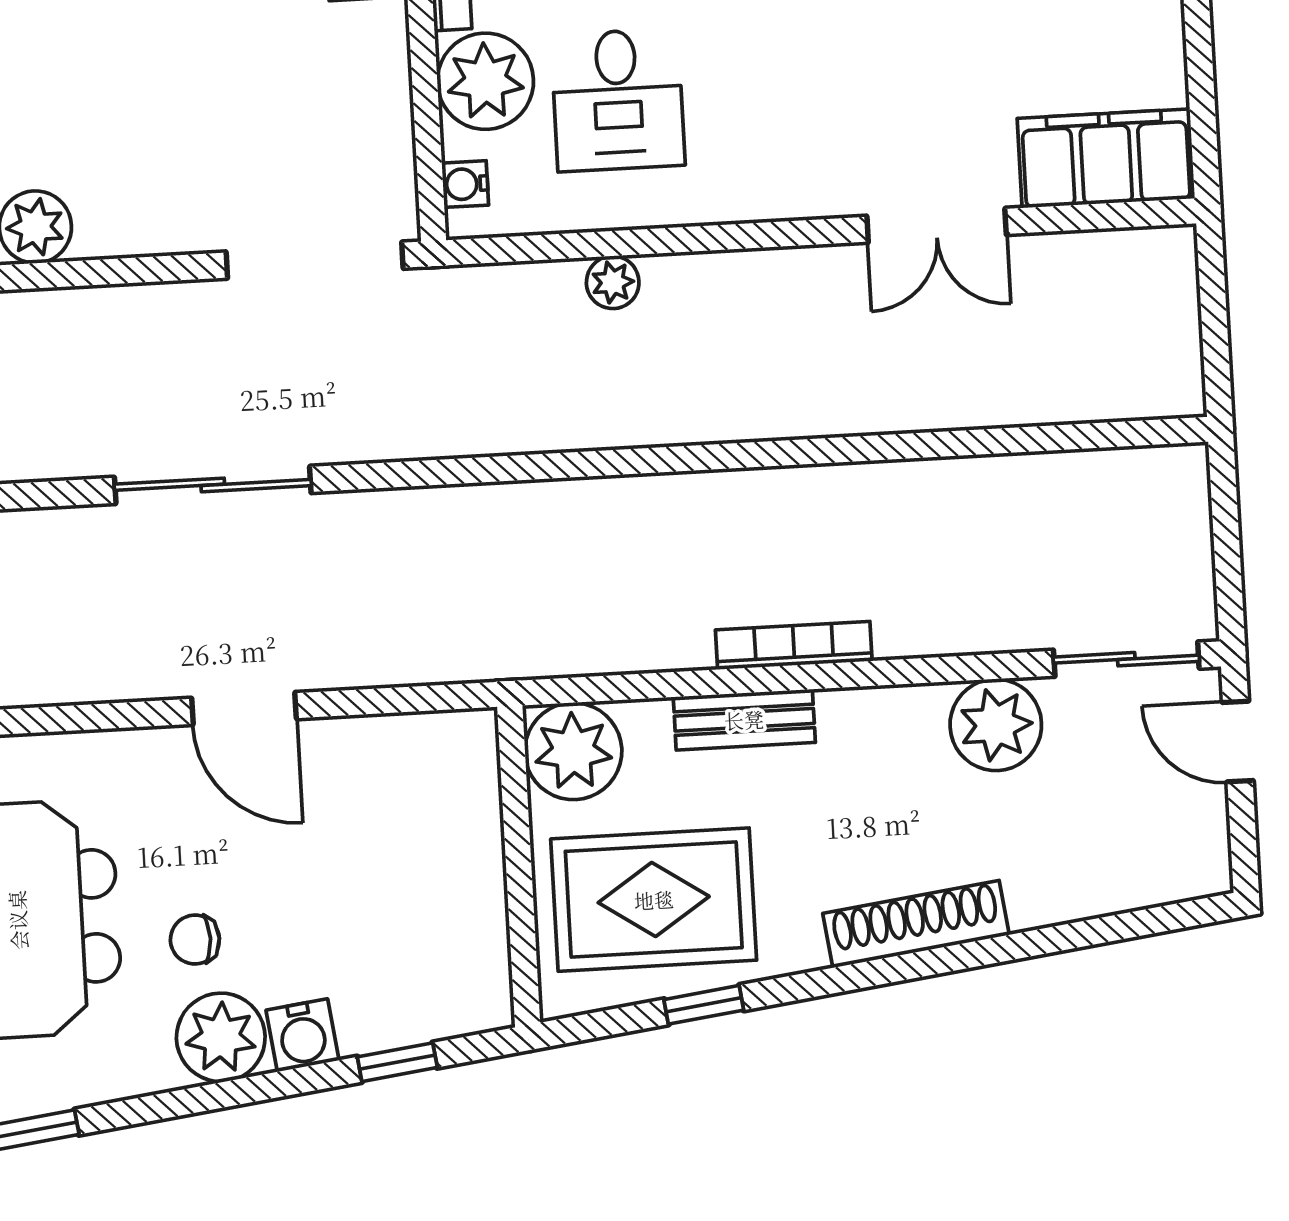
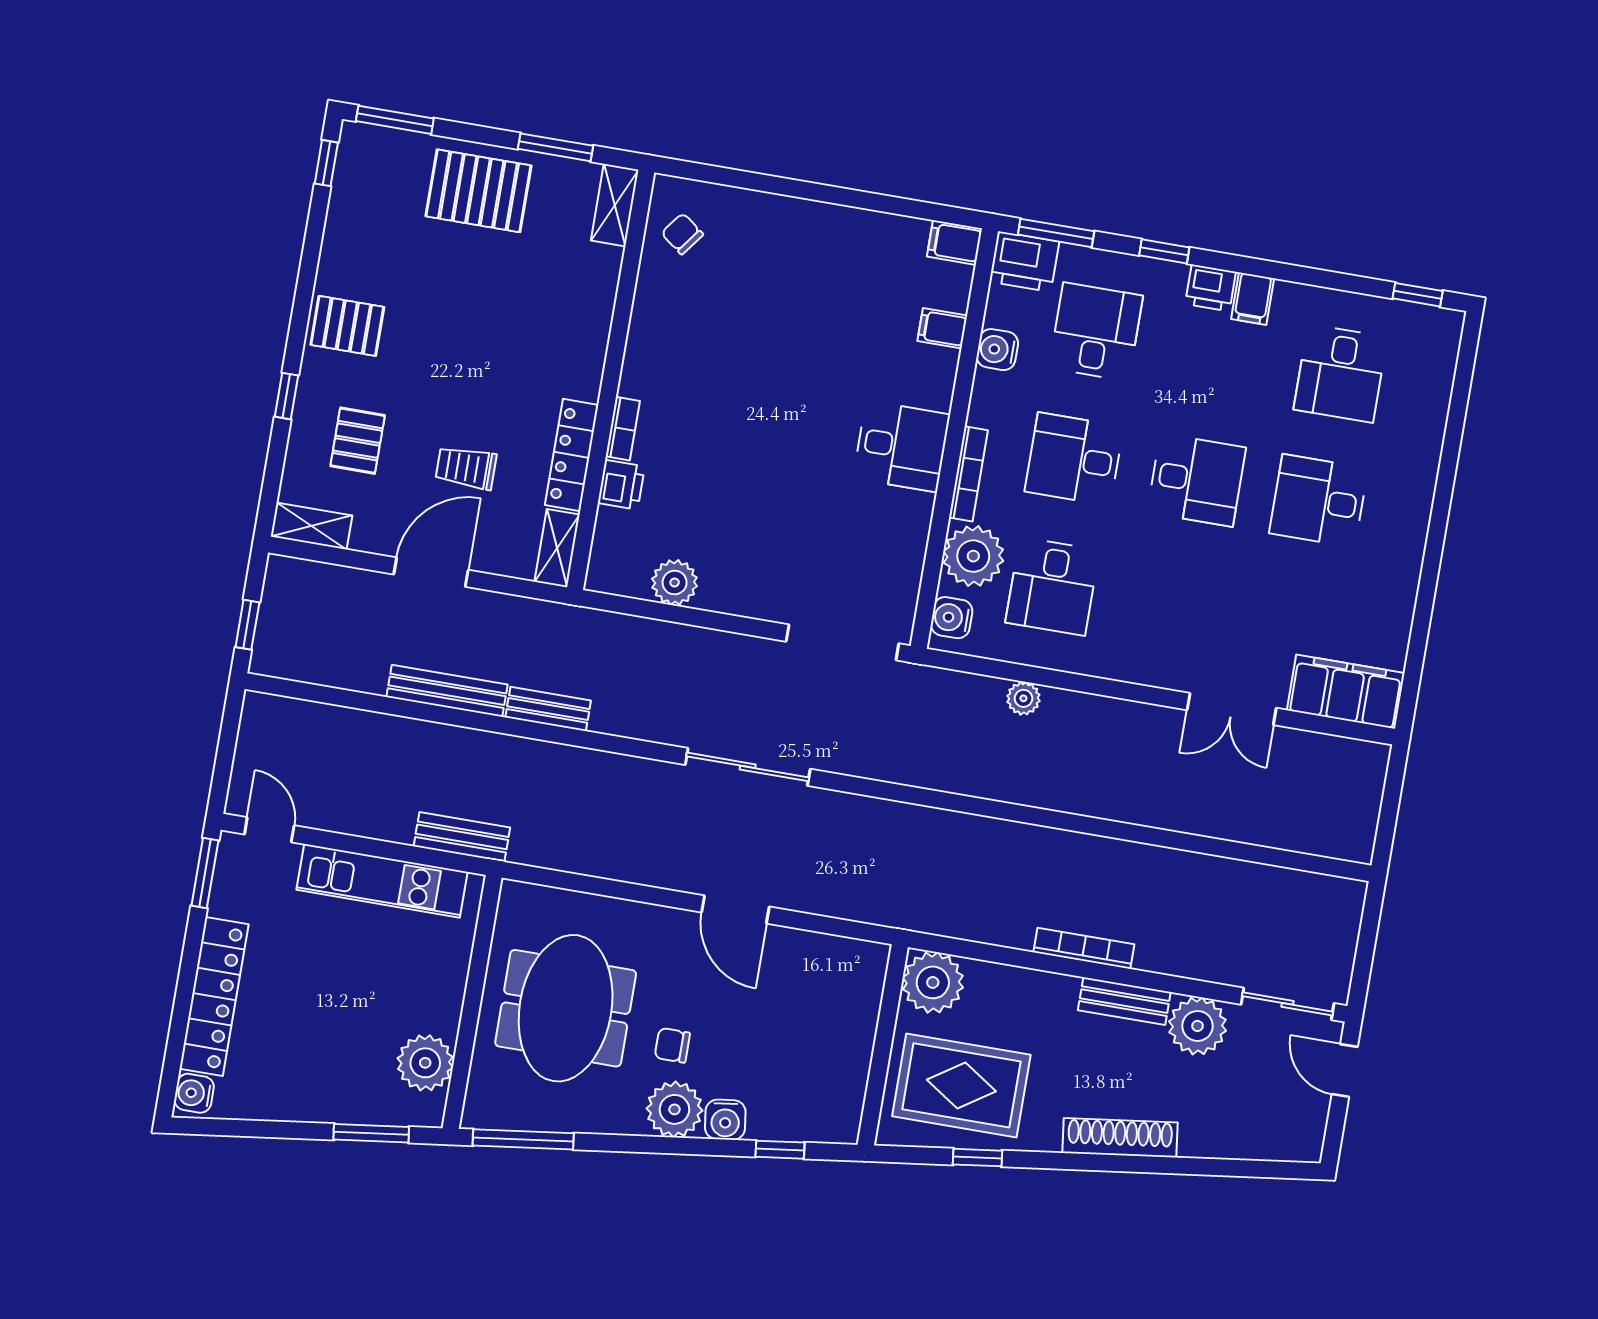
water cooler: (465, 184) -> (952, 618), width x1.38, depth x1.38
bench: (744, 720) -> (1124, 1001), moved

